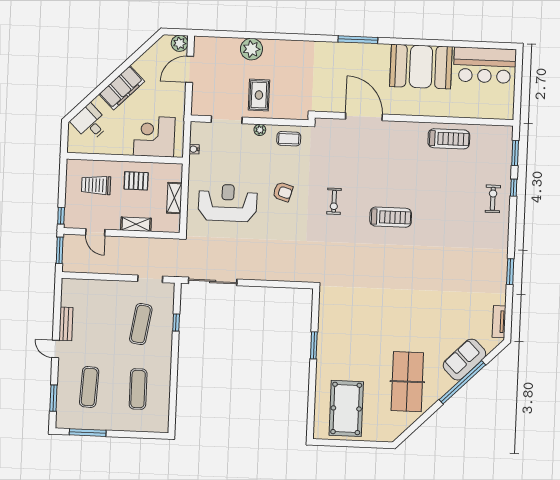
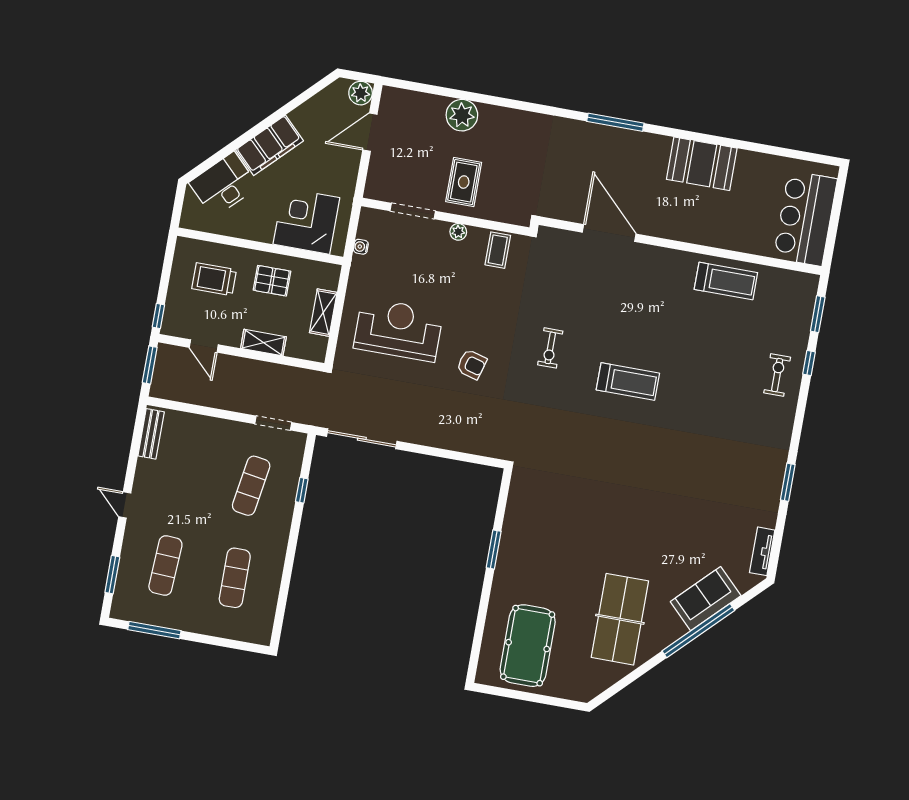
bar counter: (485, 65) -> (805, 218), moved, turned 90
booth: (421, 67) -> (702, 164), width x0.73, depth x0.70
desk: (90, 123) -> (224, 185), width x1.37
coffee table: (289, 139) -> (498, 250), turned 90
armchair: (283, 192) -> (472, 364), moved
bench: (66, 324) -> (151, 434), moved

